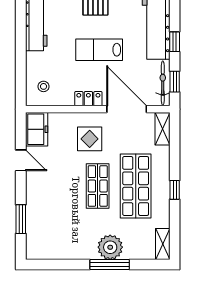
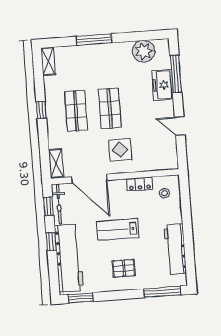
lab bench: (99, 50) -> (118, 229), turned 180
locker: (88, 99) -> (140, 184), moved
freezer: (37, 129) -> (163, 85), moved
shop shelf: (136, 186) -> (76, 111), width x0.70, depth x0.74
window: (21, 219) -> (176, 74), width x1.44
plant: (110, 247) -> (144, 51), moved

